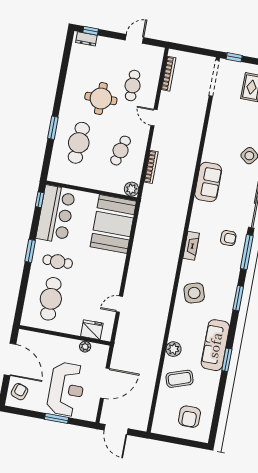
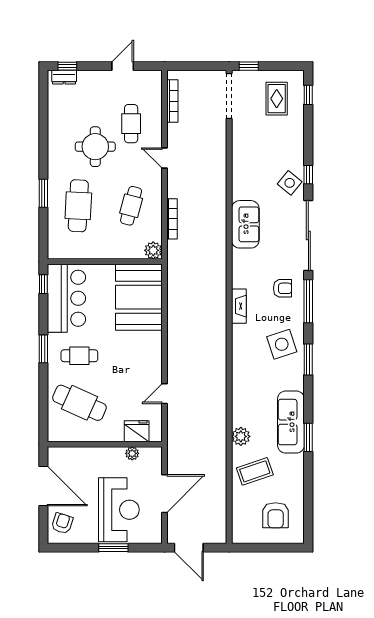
side table: (194, 293) -> (282, 344), moved
cafe table: (51, 299) -> (79, 403), turned -66

